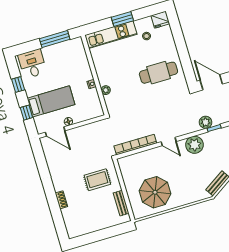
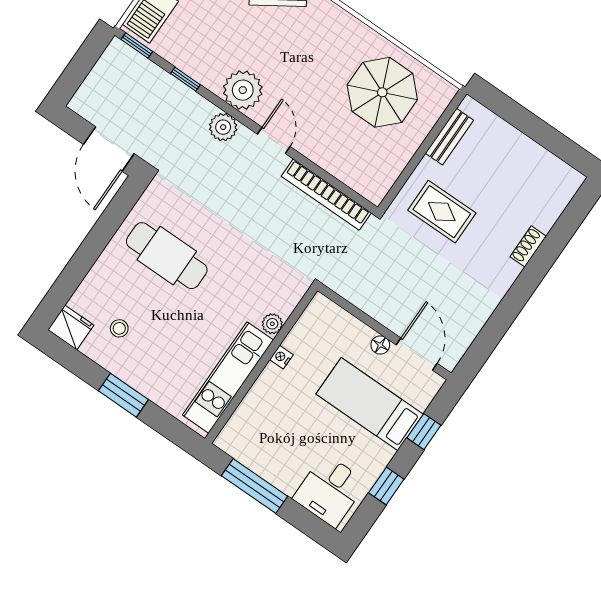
kitchen unit: (111, 35) -> (228, 378), moved, turned -90
plant: (206, 122) -> (223, 127), moved

